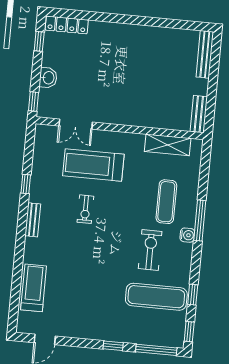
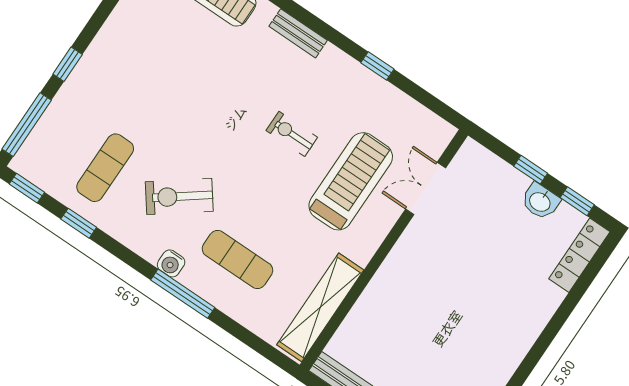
washbasin: (48, 78) -> (540, 201), moved
window: (33, 102) -> (531, 170), moved
shelving: (168, 145) -> (320, 307), width x1.47
bench: (33, 220) -> (298, 33), moved
exercise bike: (150, 250) -> (179, 196), turned 143
exercise mat: (156, 297) -> (105, 168), width x0.73, depth x0.69

